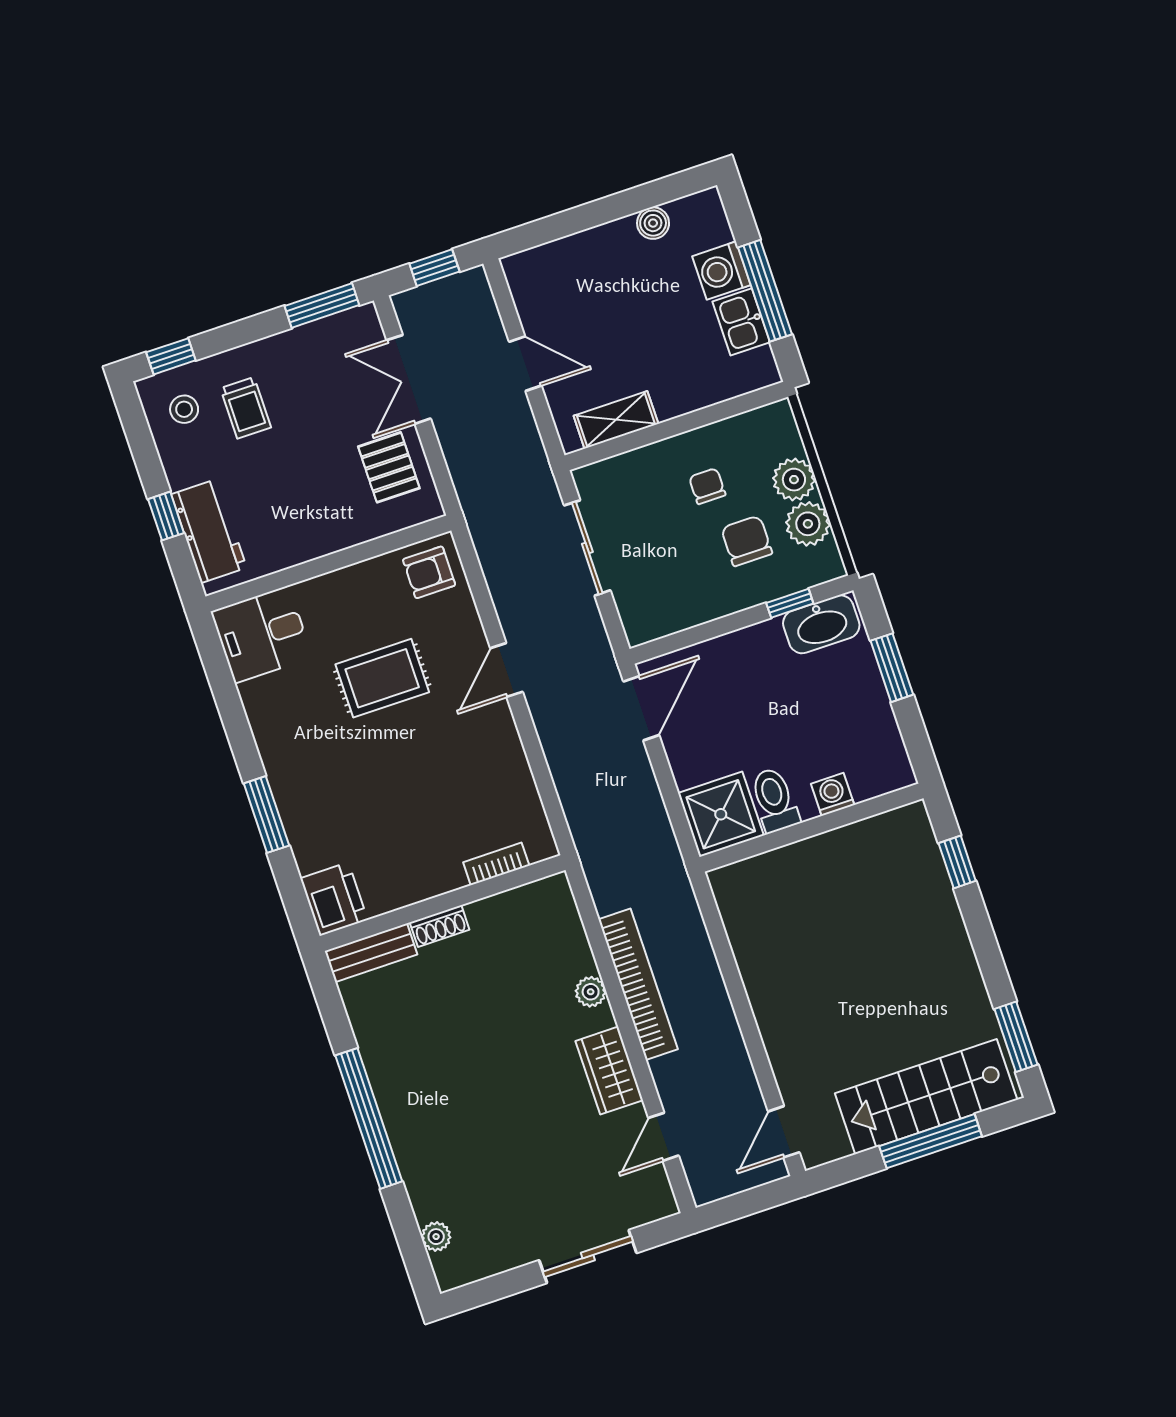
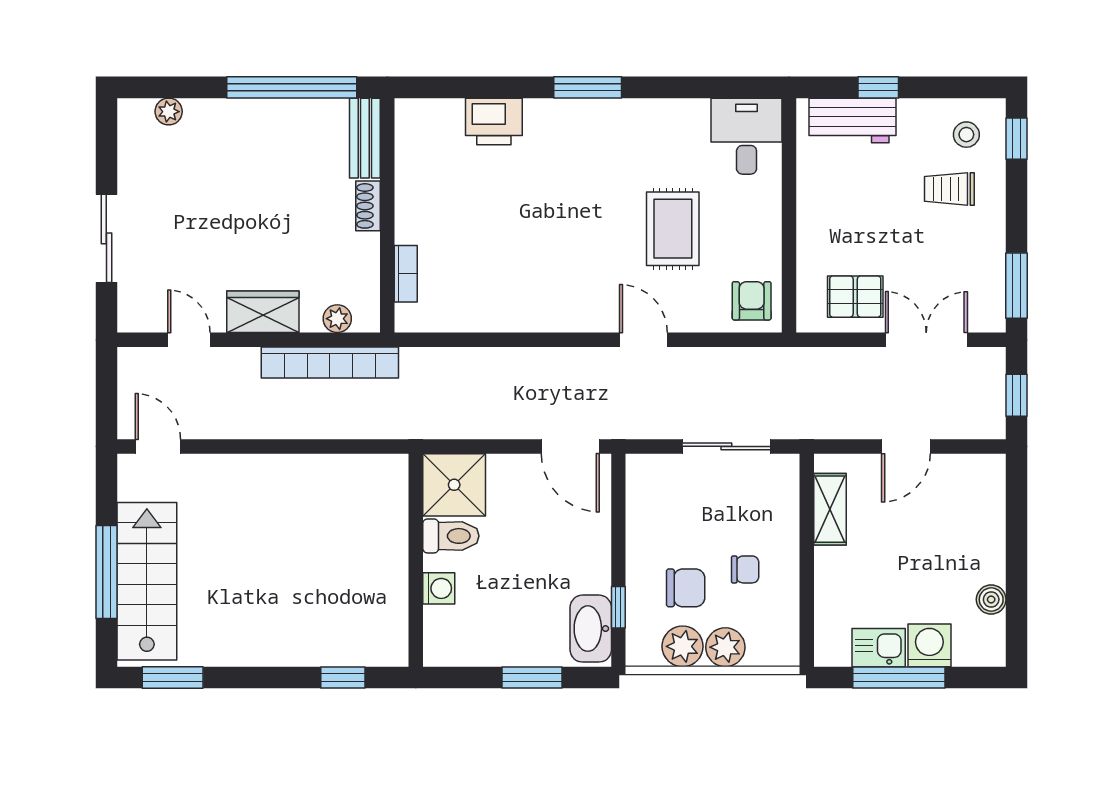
bookcase: (496, 864) -> (406, 274), moved
wall: (443, 903) -> (387, 215), moved
shoe rack: (440, 926) -> (368, 206), moved
bench: (371, 953) -> (365, 138), moved

